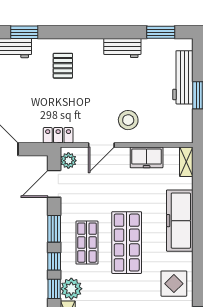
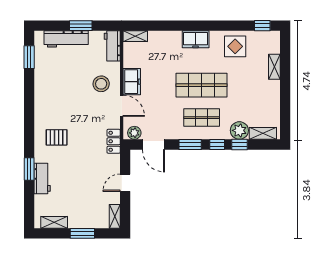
workbench: (122, 48) -> (112, 46), moved, turned 180
freezer: (147, 157) -> (132, 82), moved
freezer: (180, 221) -> (196, 39), width x0.52, depth x0.79

